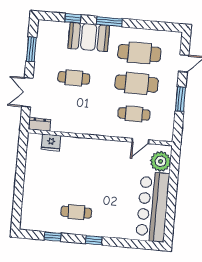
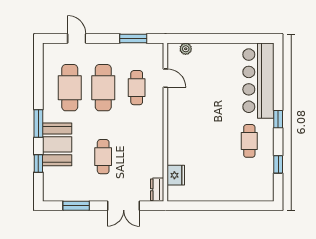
window: (180, 99) -> (133, 38), moved
plant: (161, 161) -> (186, 49), width x0.53, depth x0.53
bar counter: (153, 207) -> (258, 81), moved, turned 90

